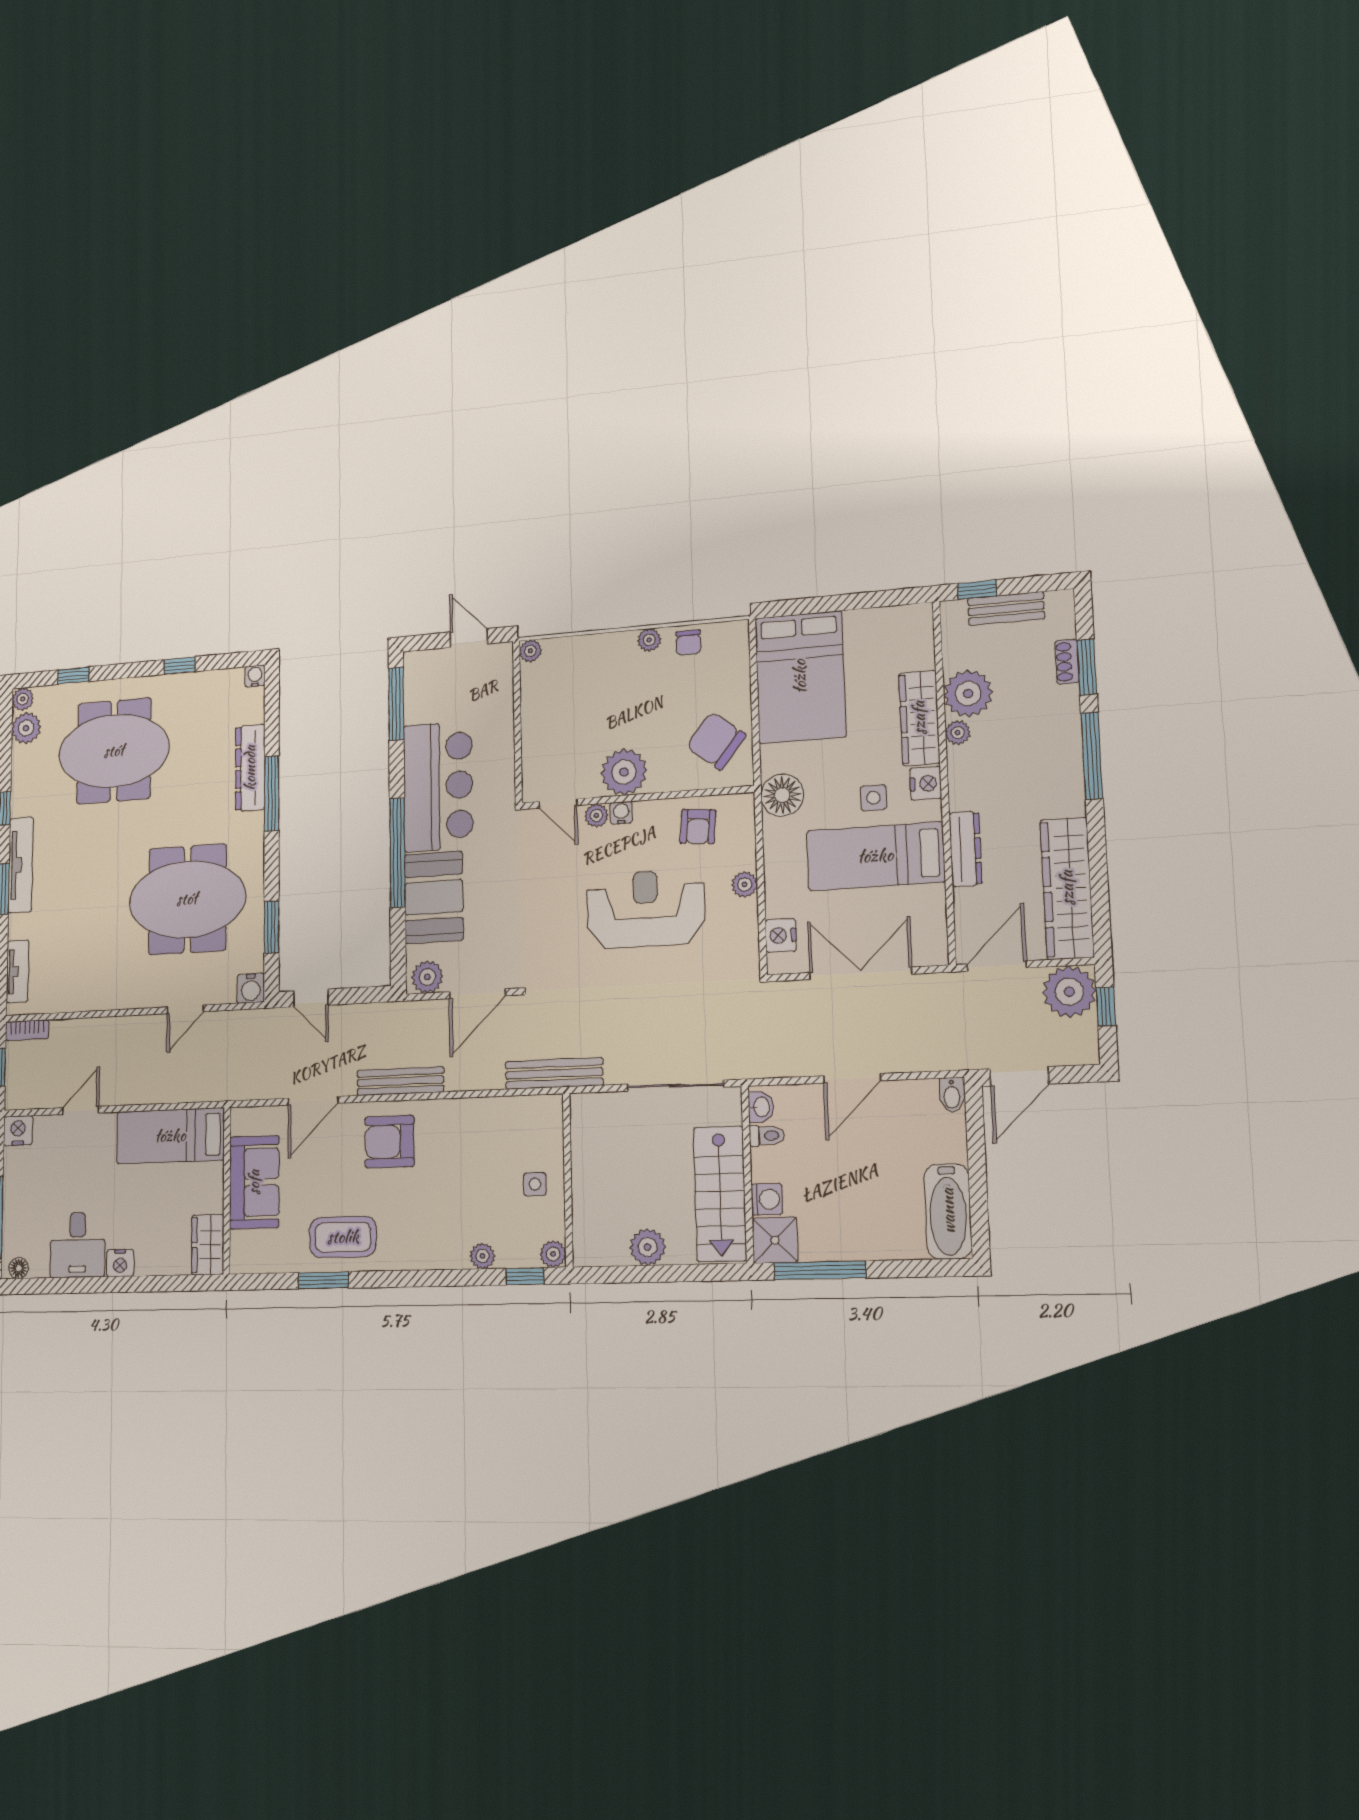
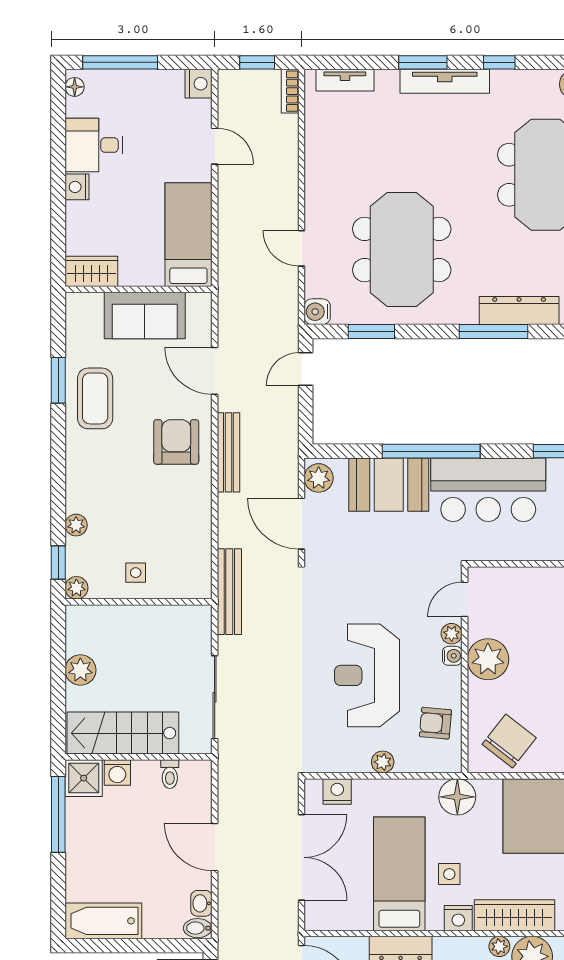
reception desk: (646, 909) -> (367, 675), turned 180
washbasin: (761, 1107) -> (201, 903), moved, turned 90

